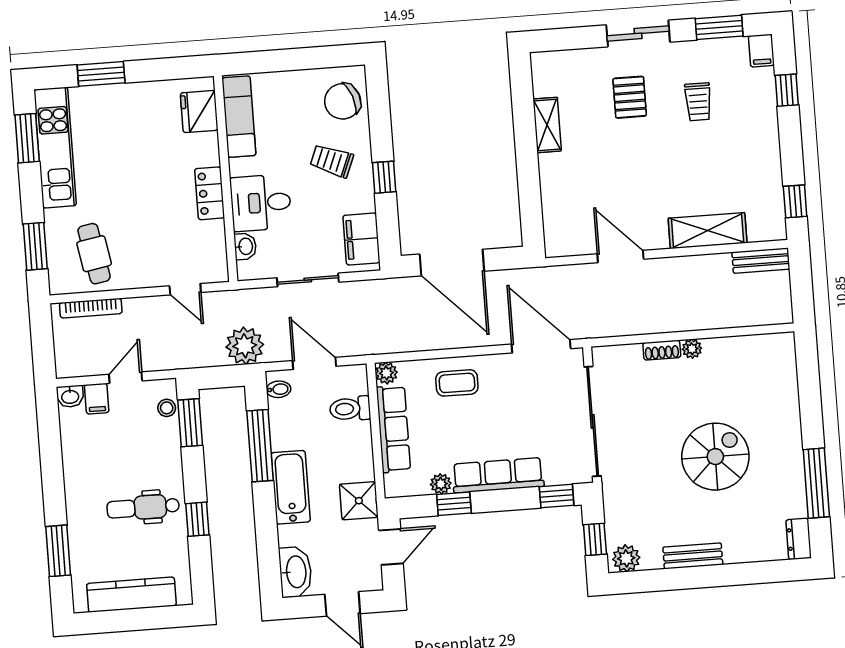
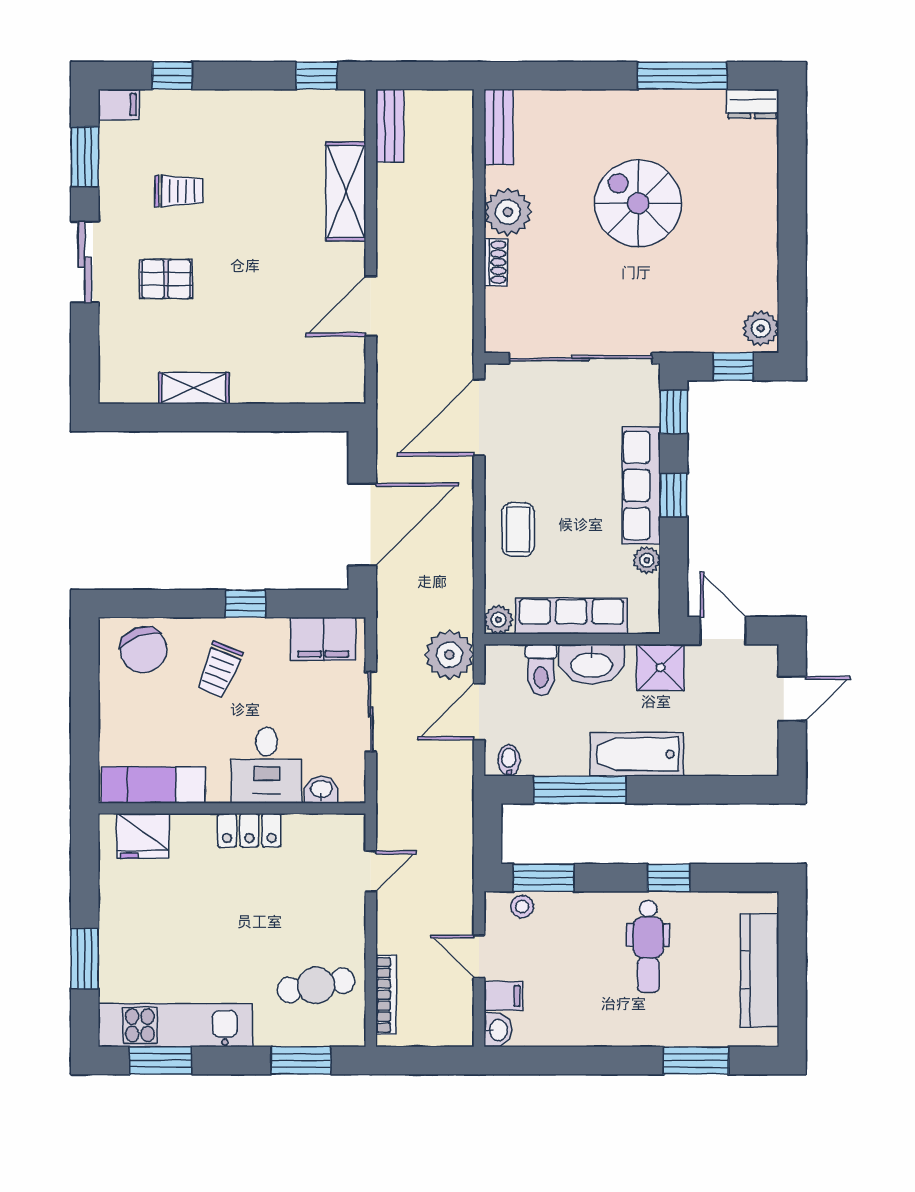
plant: (245, 346) -> (449, 655), moved
plant: (692, 349) -> (508, 212), width x1.88, depth x1.88
window: (454, 504) -> (674, 495), moved
bench: (693, 556) -> (498, 127), moved
washbasin: (295, 572) -> (592, 664), moved, turned 180

